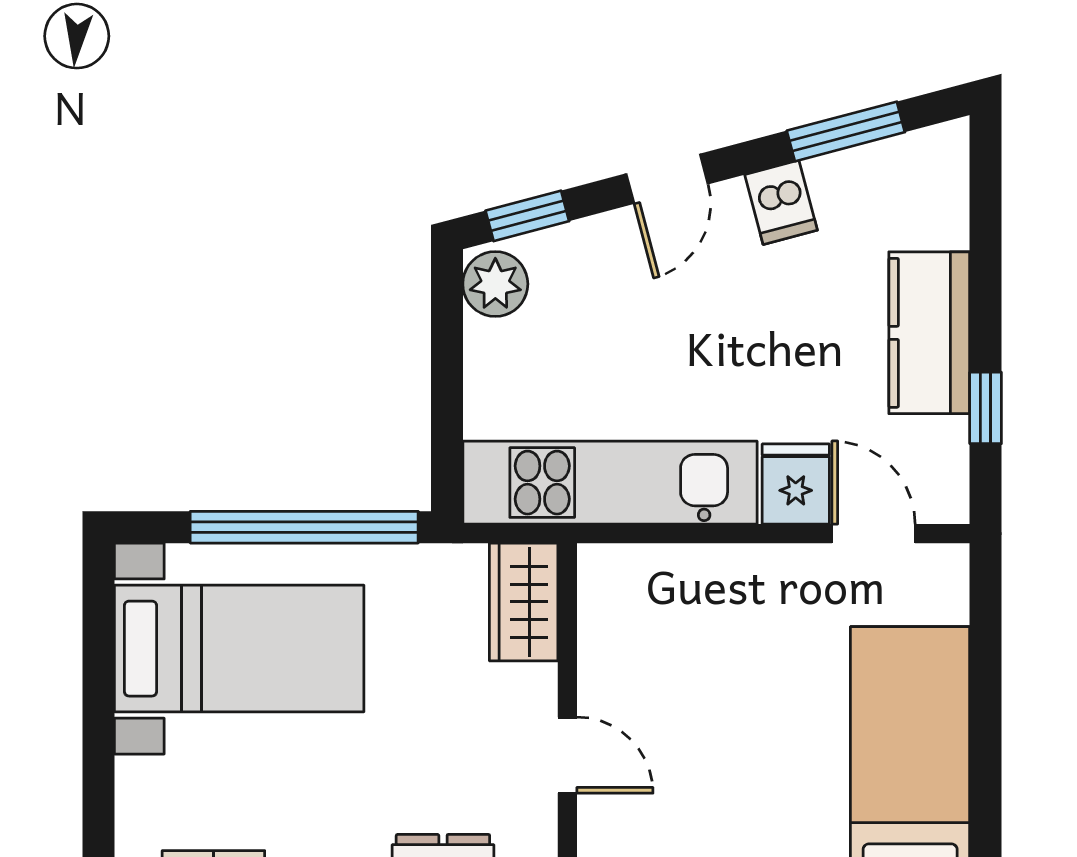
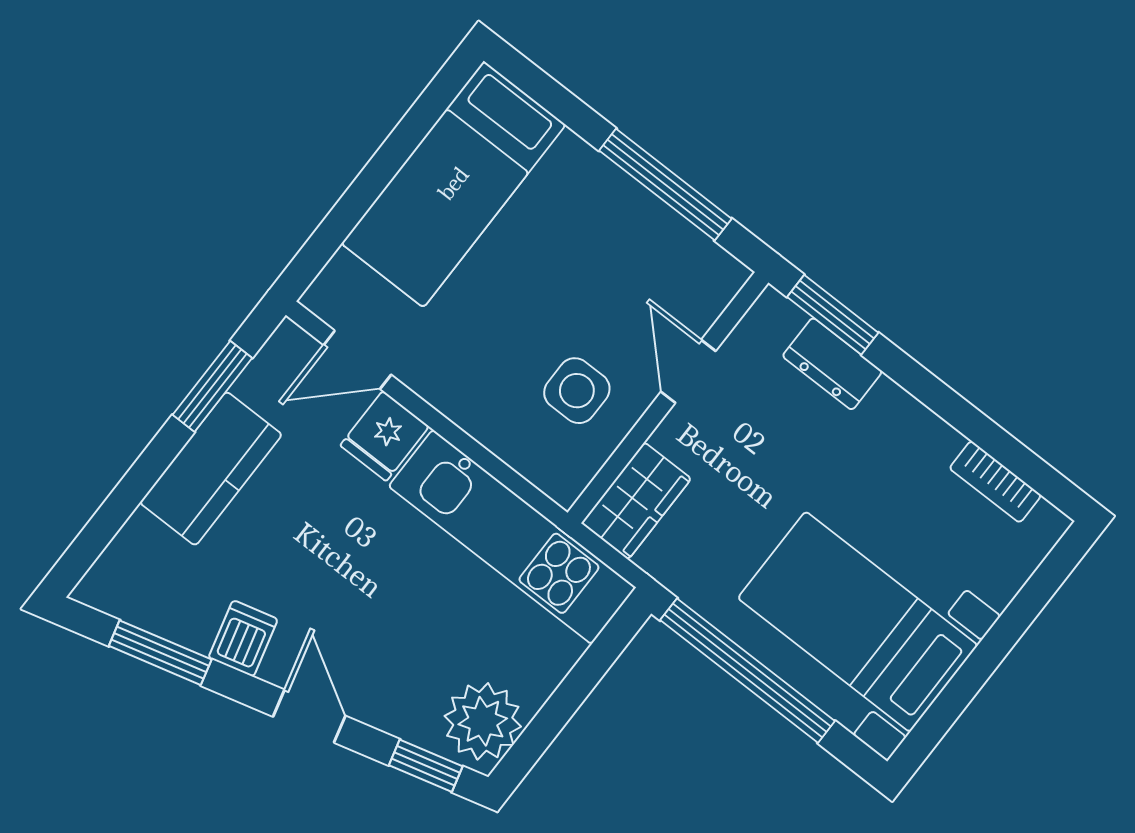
door: (667, 179) -> (309, 716), hinge flipped
plant: (495, 284) -> (483, 721), width x1.36, depth x1.36
window: (986, 408) -> (212, 386), width x1.50
door: (874, 534) -> (357, 360), hinge flipped
side table: (654, 660) -> (577, 391), added

